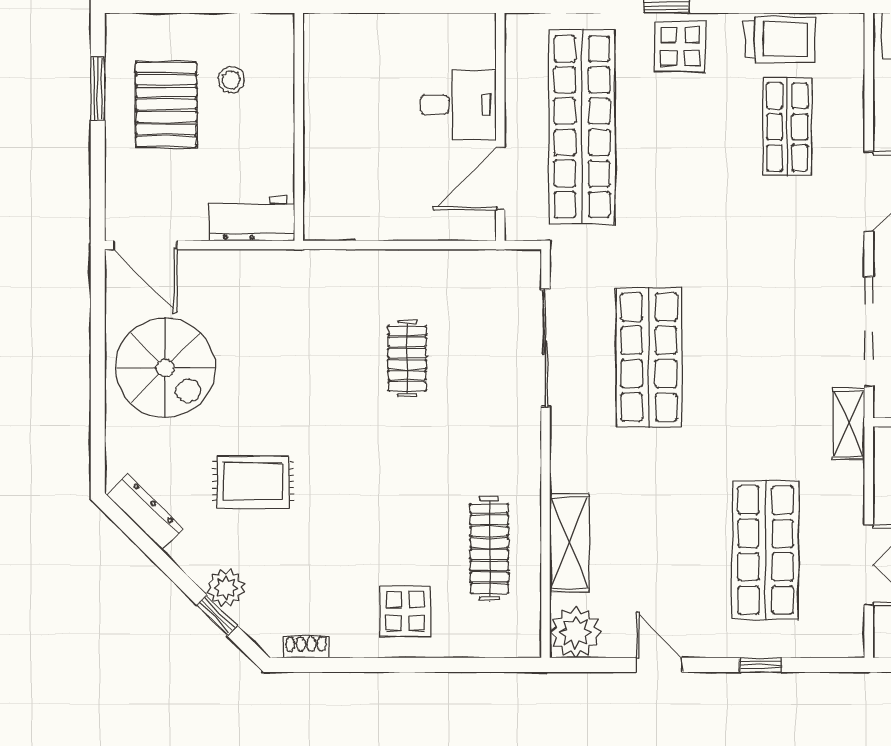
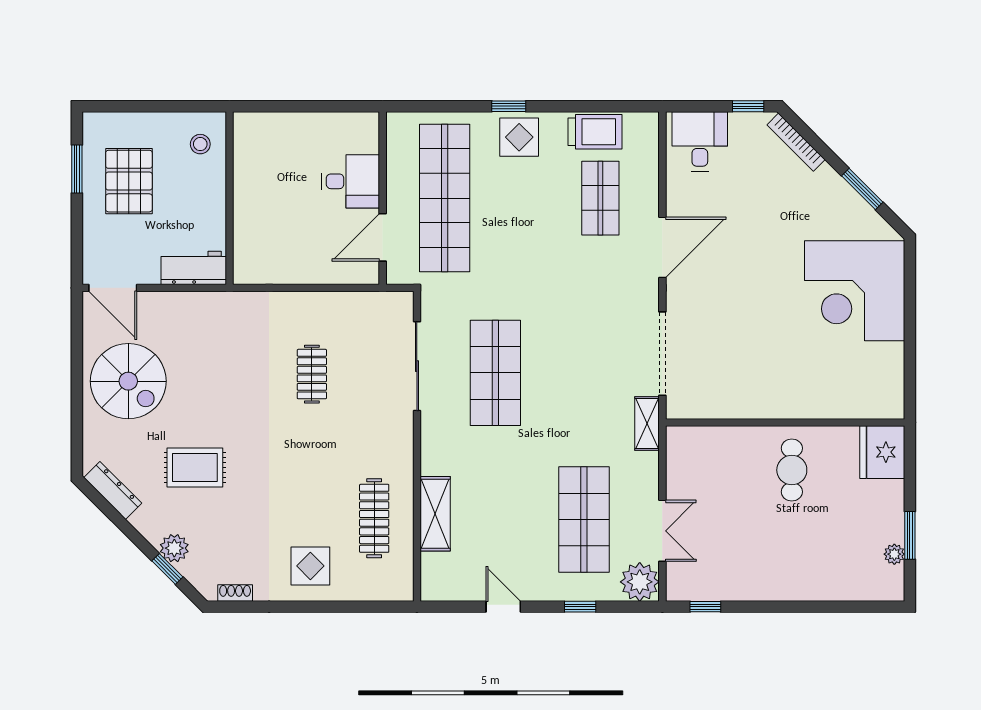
stool: (231, 80) -> (200, 144), moved
plant: (575, 632) -> (640, 582), moved

